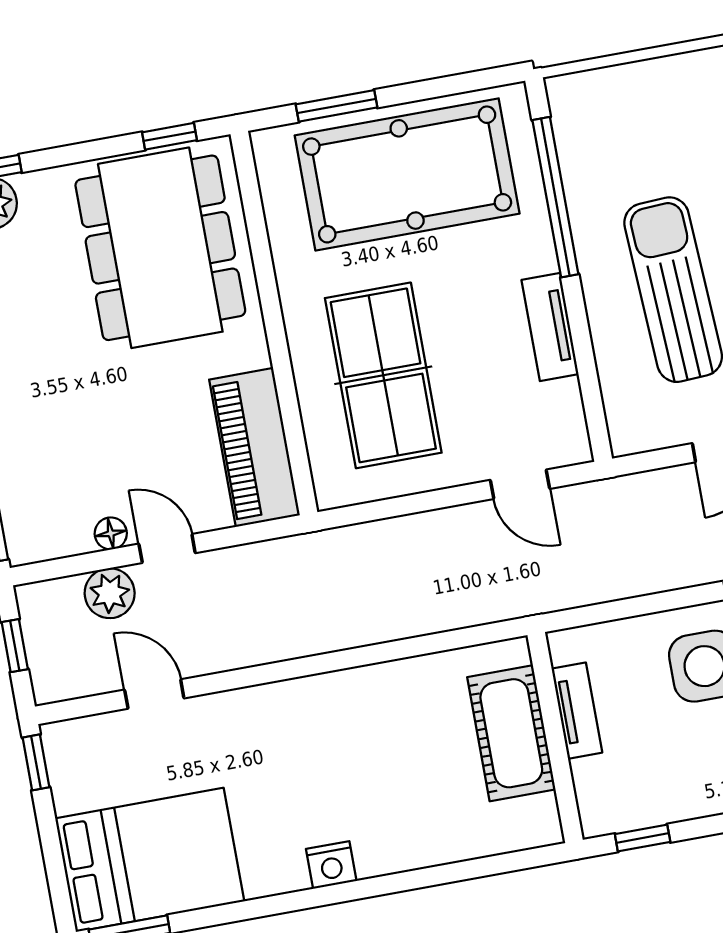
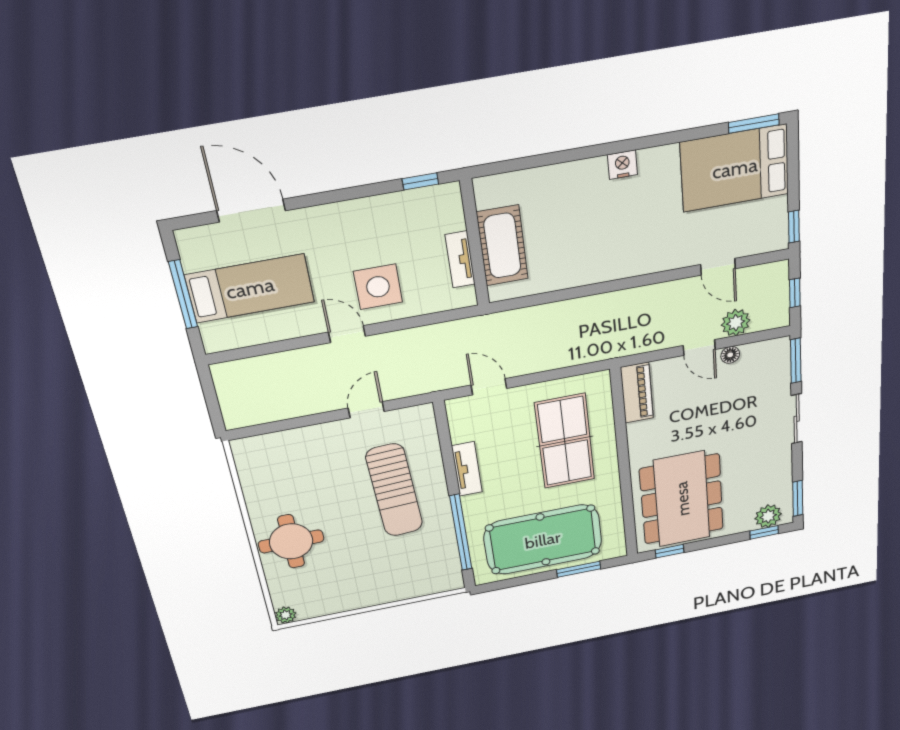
piano: (254, 447) -> (637, 393), width x0.73, depth x0.75

